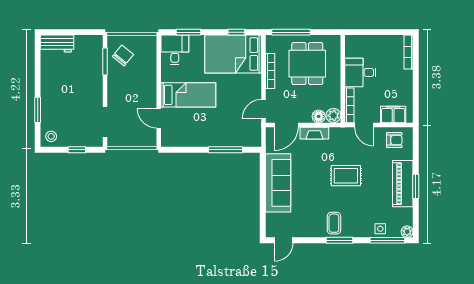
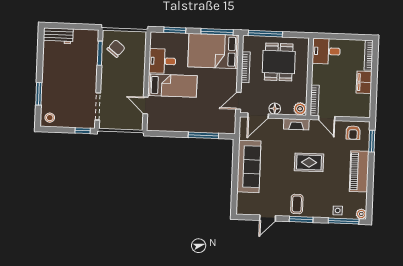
window: (236, 32) -> (217, 32), width x2.17
desk: (175, 50) -> (162, 61), moved, turned -90
desk: (360, 72) -> (326, 51), moved
filing cabinet: (393, 114) -> (364, 82), moved, turned -90
floor lamp: (319, 116) -> (275, 109), moved
fireplace: (314, 133) -> (296, 124), moved
armchair: (394, 140) -> (353, 133), turned 90
window: (77, 150) -> (83, 131), moved
window: (416, 186) -> (372, 141), moved
door: (284, 240) -> (268, 218), moved

